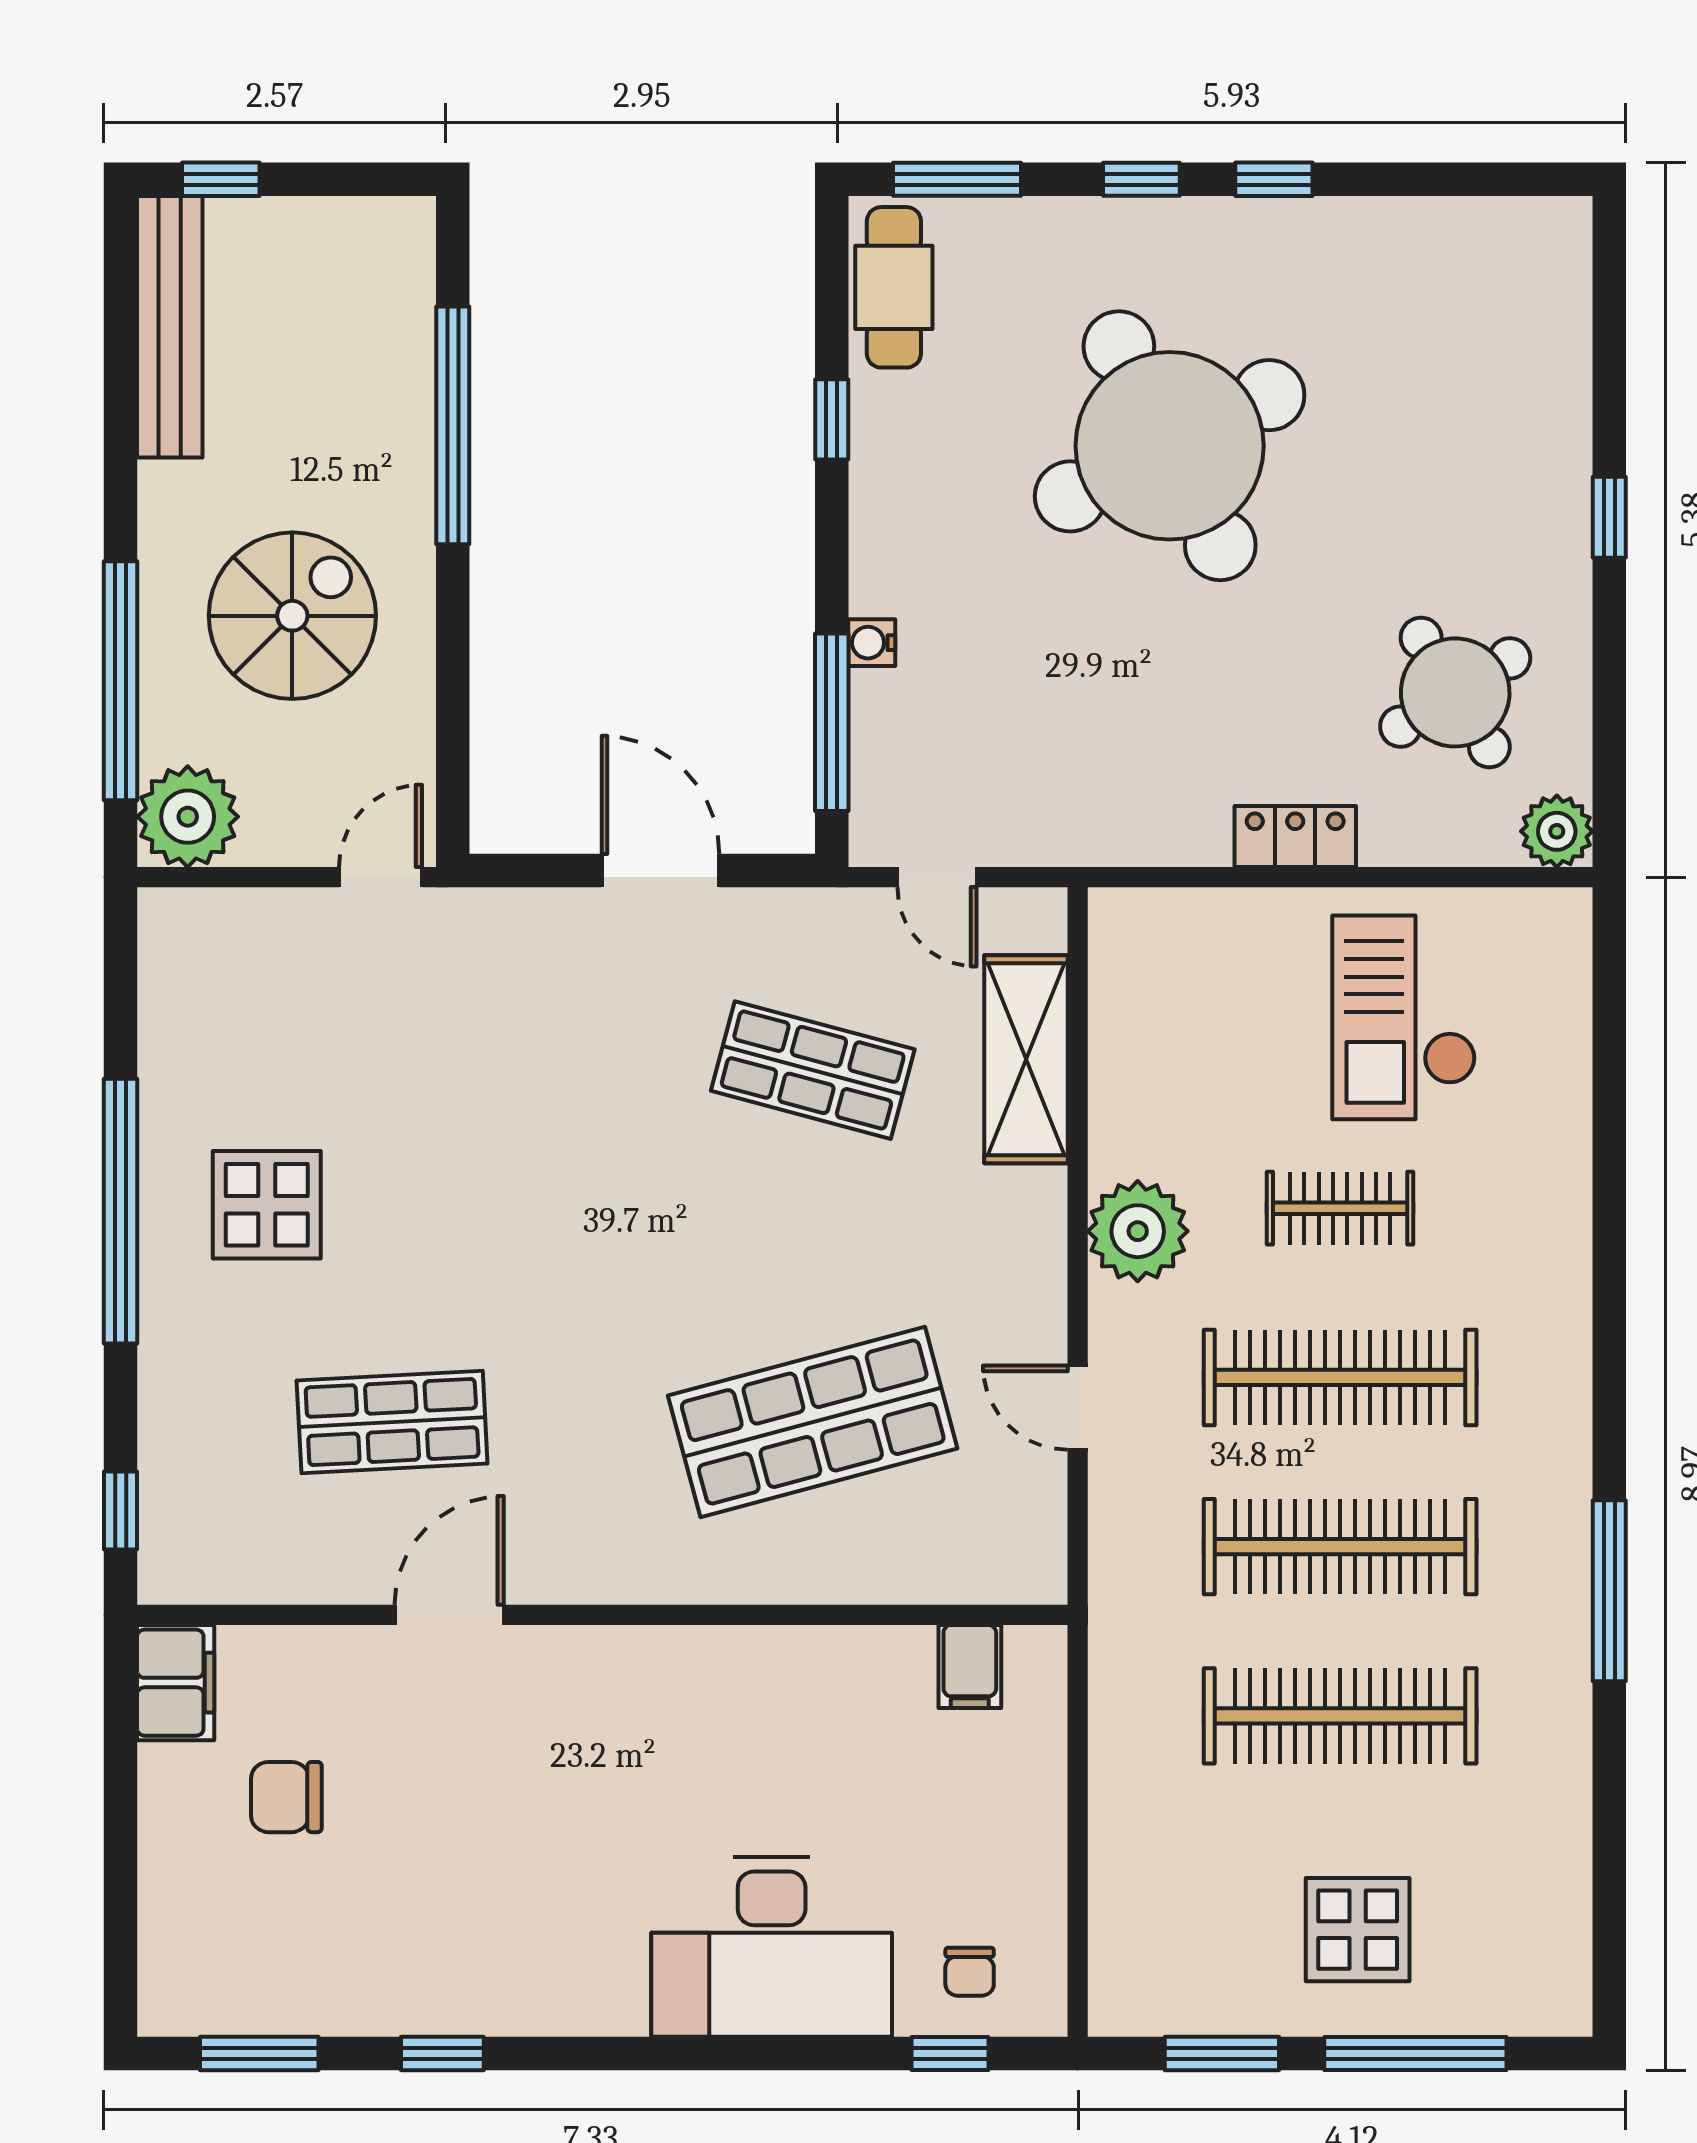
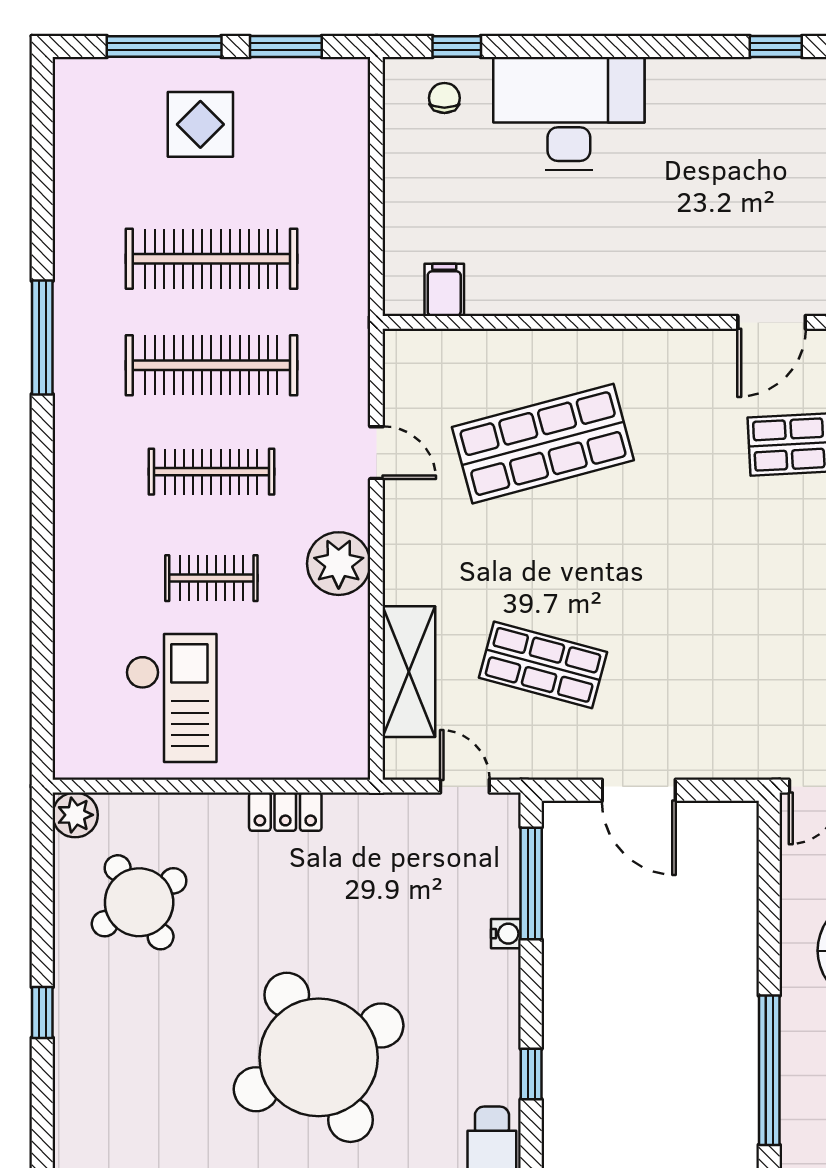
locker: (1295, 837) -> (285, 812), moved
clothes rail: (1340, 1377) -> (211, 472), width x0.73, depth x0.76

